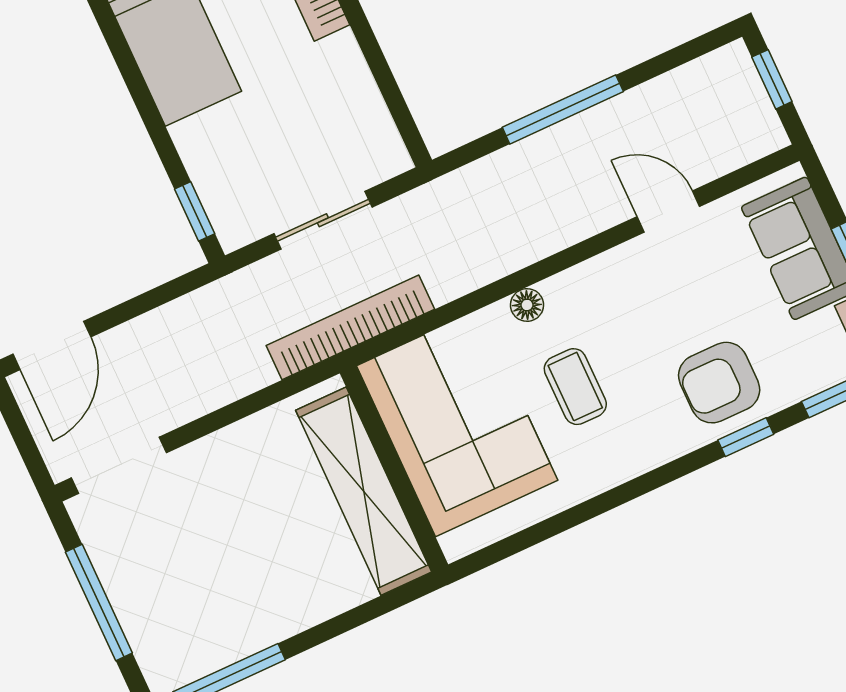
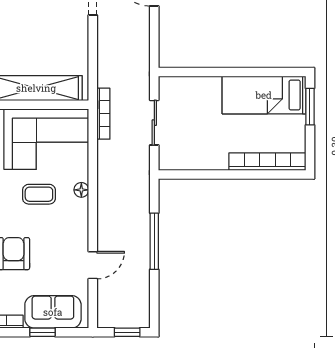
window: (195, 211) -> (182, 72), removed
bookcase: (350, 327) -> (103, 114), width x0.68, depth x0.76

